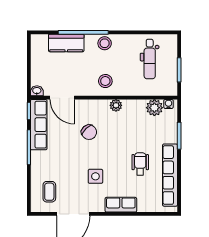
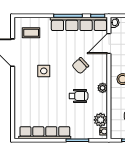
row of seats: (39, 125) -> (79, 24), width x1.36
wheelchair: (140, 164) -> (79, 96), moved
row of seats: (121, 205) -> (20, 92), removed

